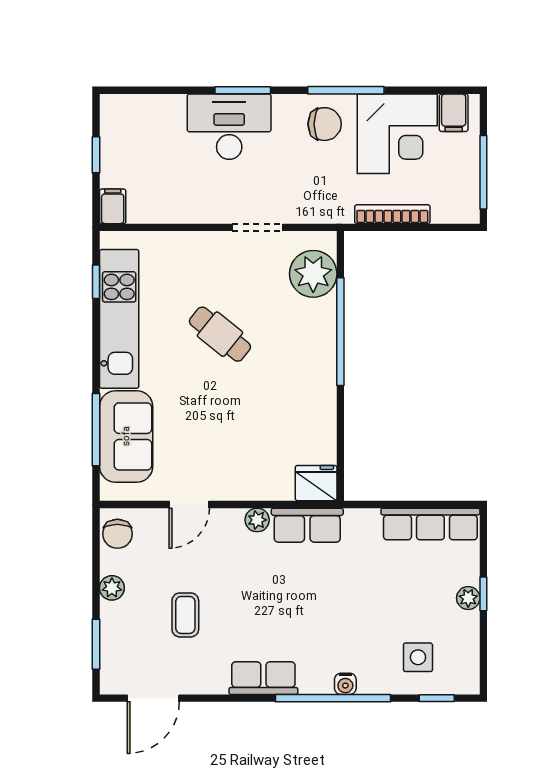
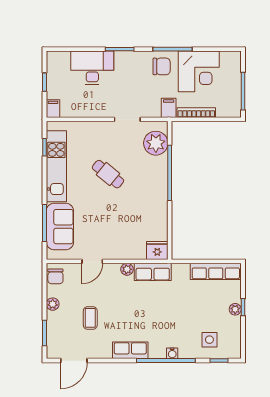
filing cabinet: (454, 113) -> (169, 108), moved, turned 180
desk: (229, 127) -> (92, 68), moved

